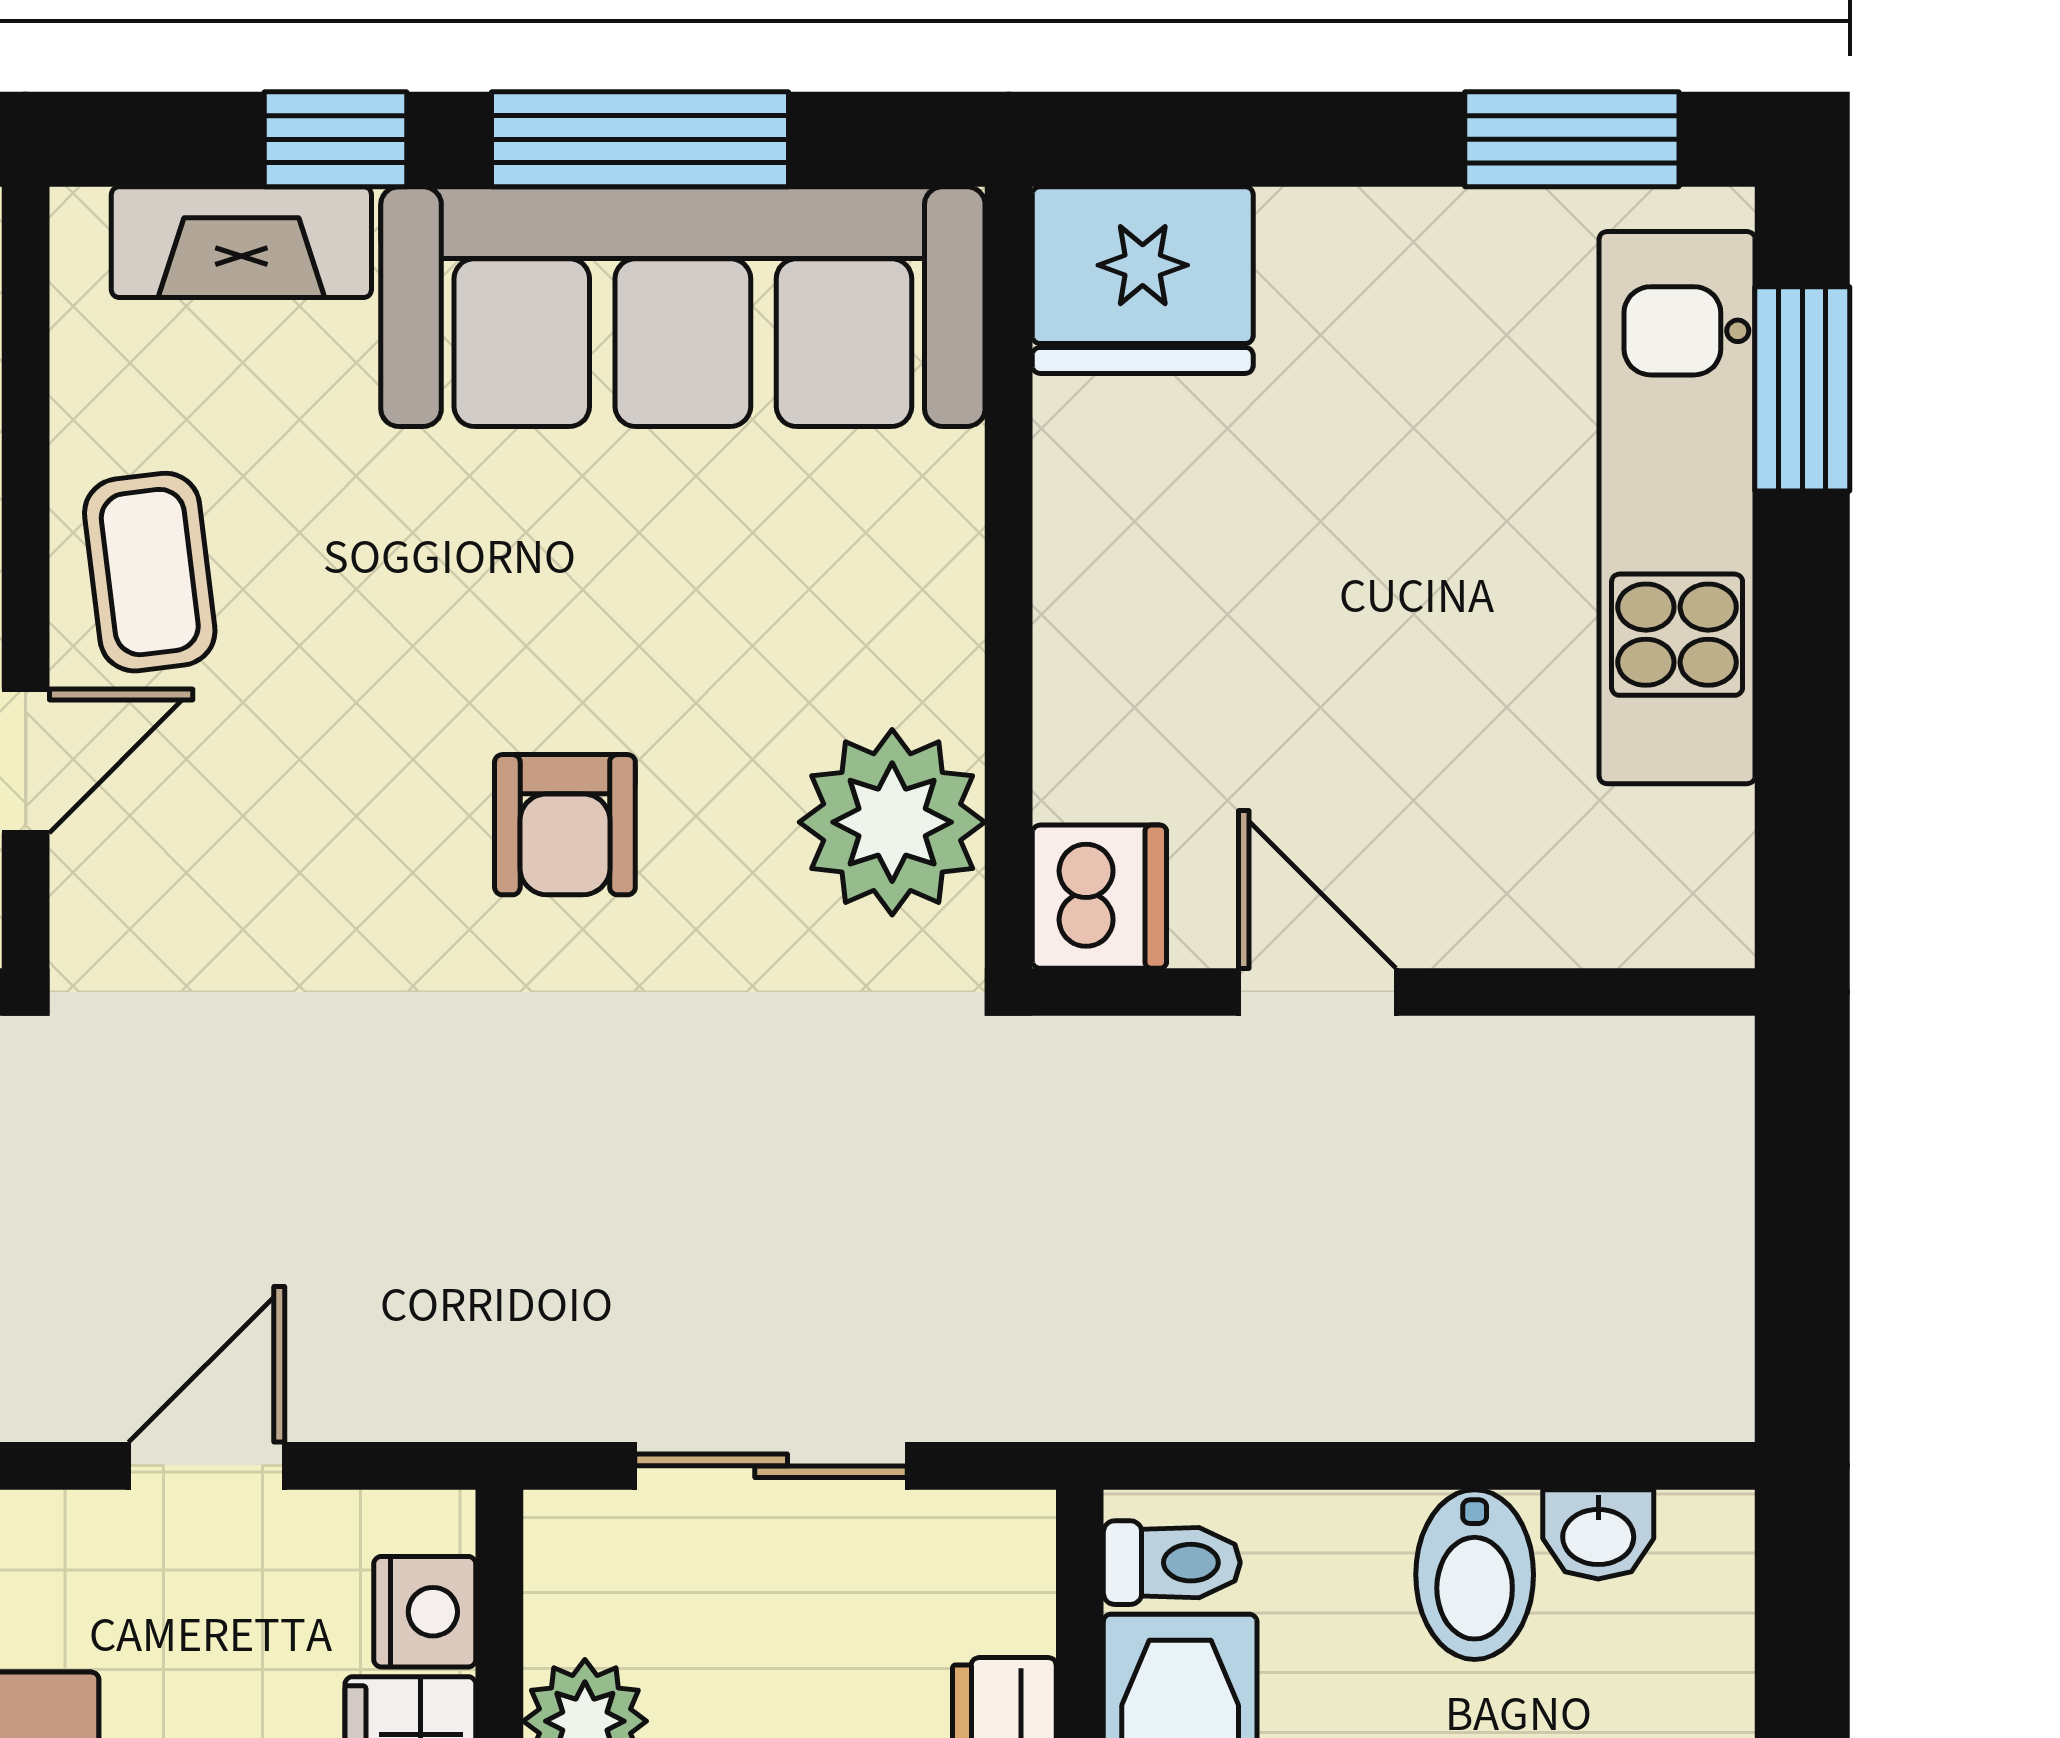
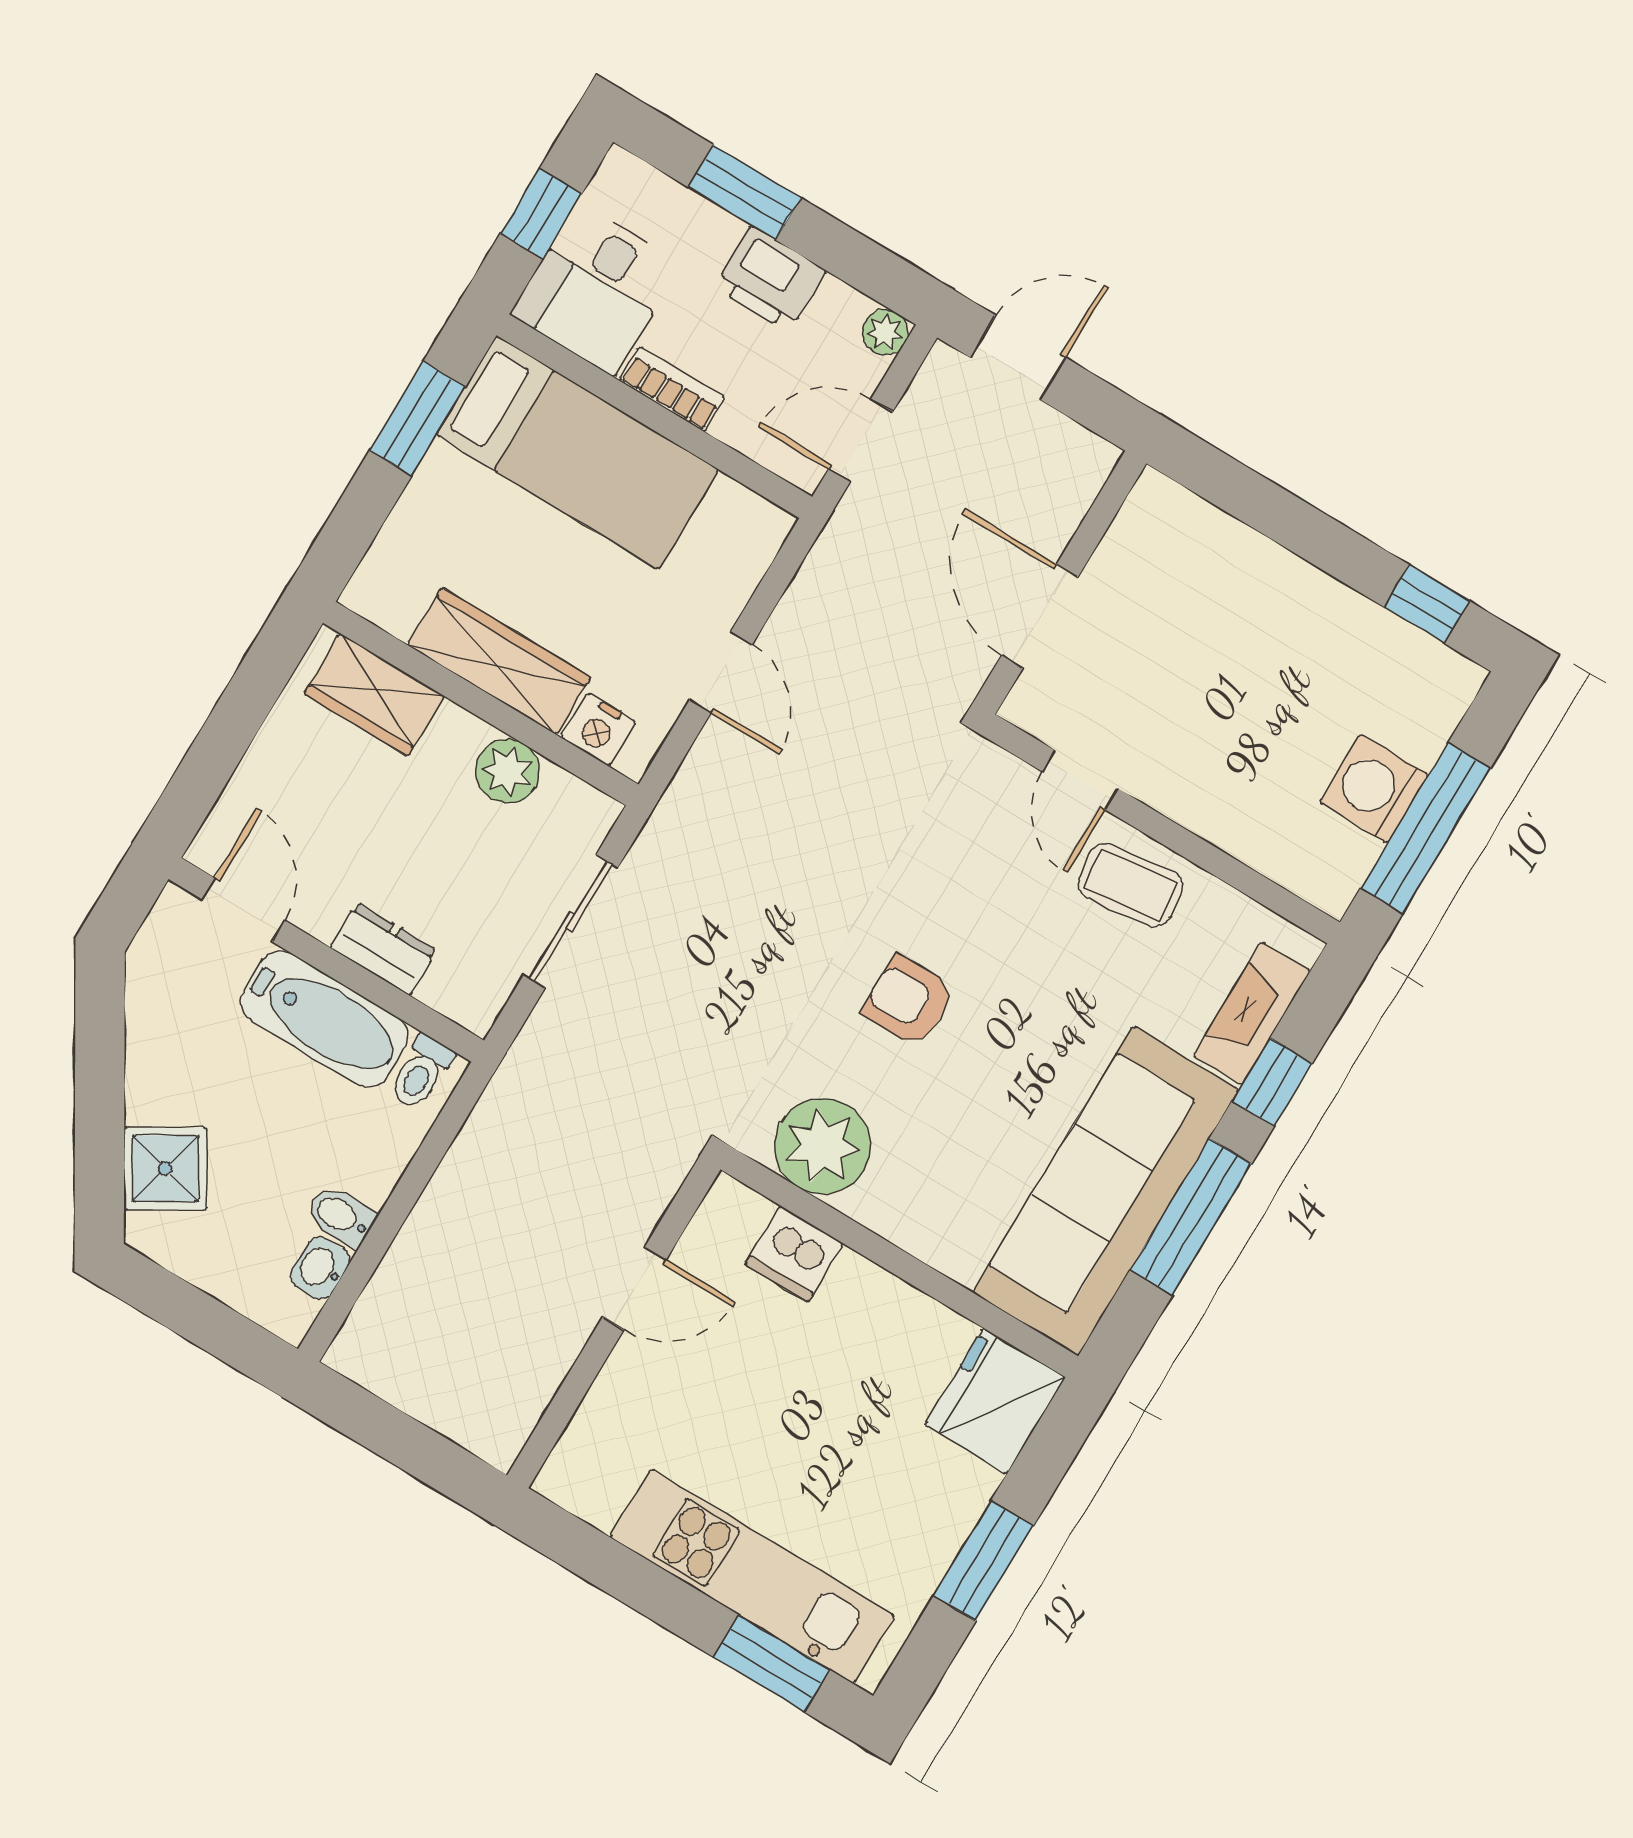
window: (1572, 139) -> (984, 1561), moved
dishwasher: (1099, 897) -> (794, 1254), moved
bidet: (1475, 1575) -> (341, 1216), width x0.72, depth x0.74

